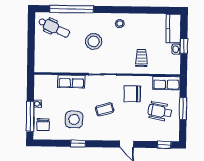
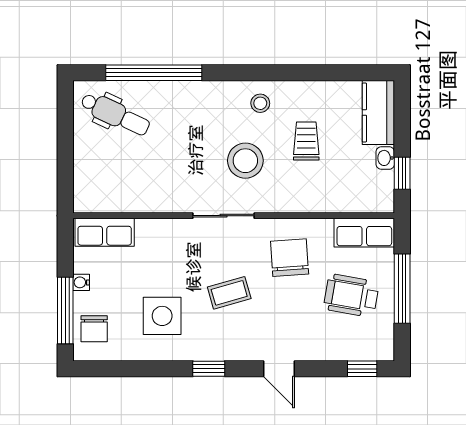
stool: (94, 41) -> (245, 161), moved
window: (184, 46) -> (402, 173), moved
trolley: (141, 58) -> (306, 141), moved
row of seats: (71, 81) -> (105, 232), moved
chair: (132, 94) -> (290, 258), turned 86
window: (183, 109) -> (402, 289), width x1.44
window: (78, 143) -> (209, 369), moved

